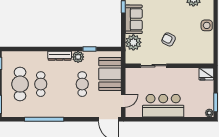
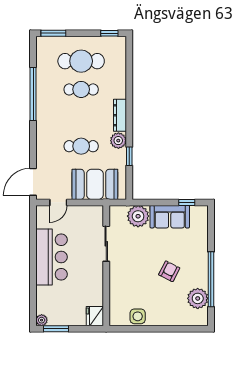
side table: (207, 25) -> (138, 316), moved
armchair: (169, 39) -> (169, 271), moved
door: (123, 101) -> (58, 202), hinge flipped

